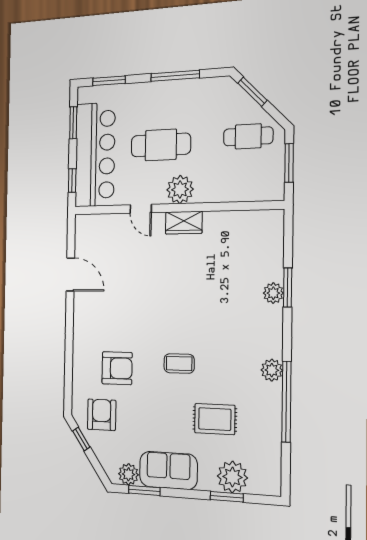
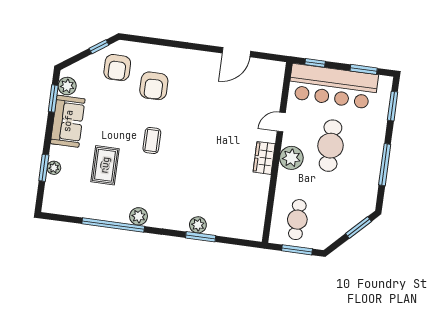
cafe table: (248, 136) -> (297, 220), moved
armchair: (102, 415) -> (117, 68), turned 90
plant: (232, 477) -> (54, 168), width x0.53, depth x0.53

